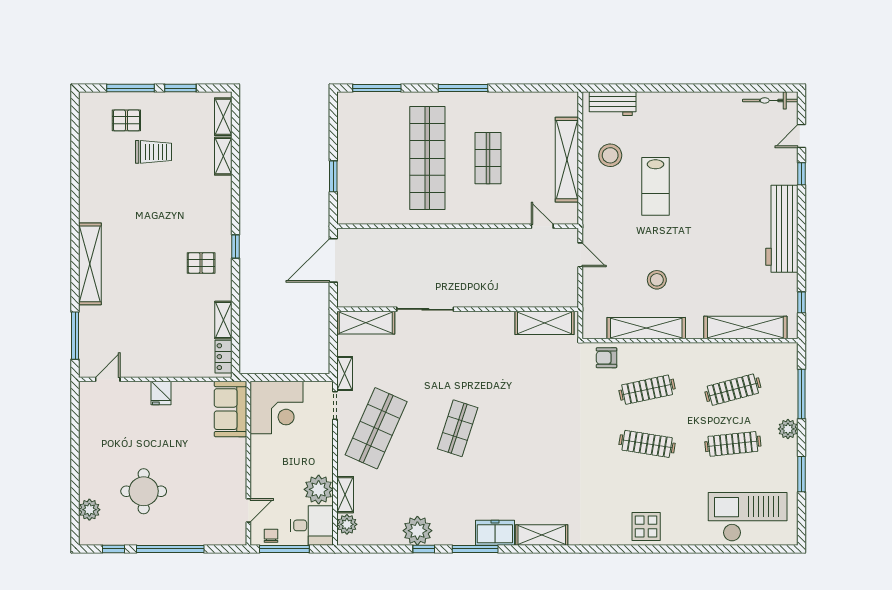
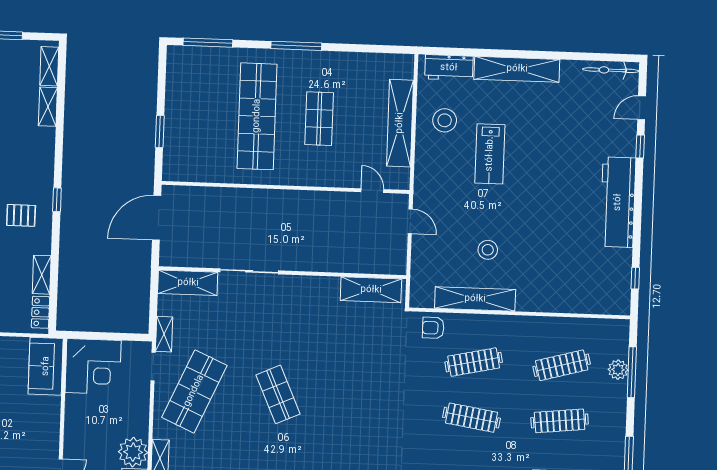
shelving: (745, 327) -> (517, 69), moved
shop shelf: (458, 428) -> (278, 394), turned -42
plant: (788, 429) -> (618, 370), moved

